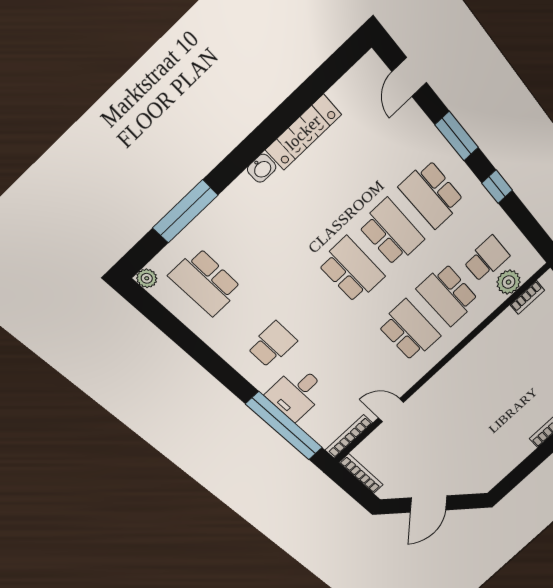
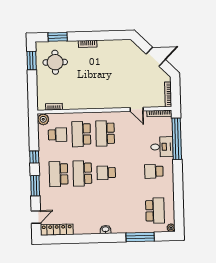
locker: (303, 132) -> (57, 230), moved
school desk: (432, 194) -> (59, 174), turned 180
school desk: (487, 259) -> (57, 135), turned 180
school desk: (351, 270) -> (106, 173), width x0.54
plant: (509, 282) -> (43, 119), moved
school desk: (448, 295) -> (81, 134), turned 180

